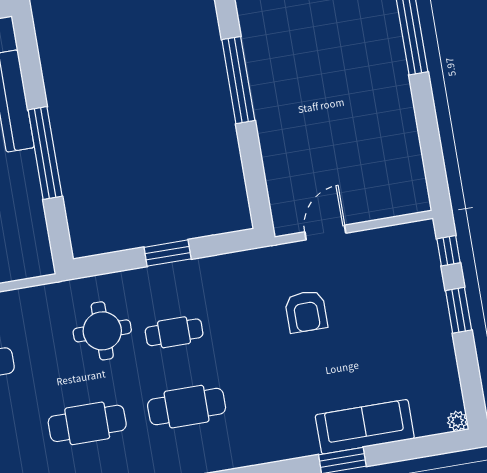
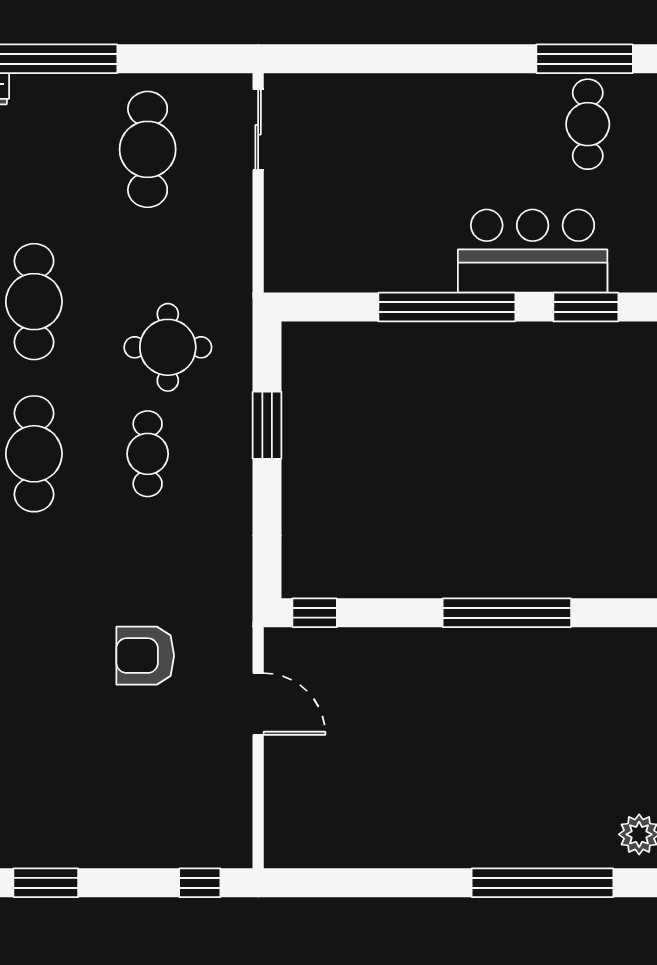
window: (30, 62) -> (586, 307), added
window: (259, 206) -> (315, 613), added
window: (168, 253) -> (267, 425), moved
window: (459, 310) -> (46, 883), moved

